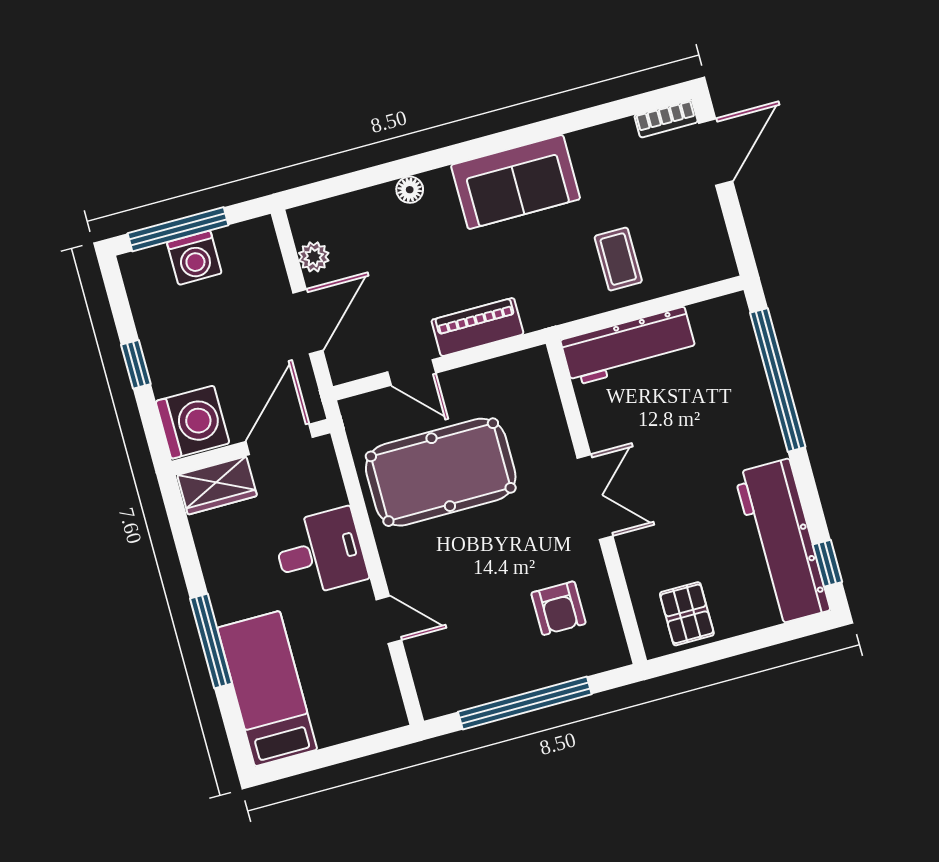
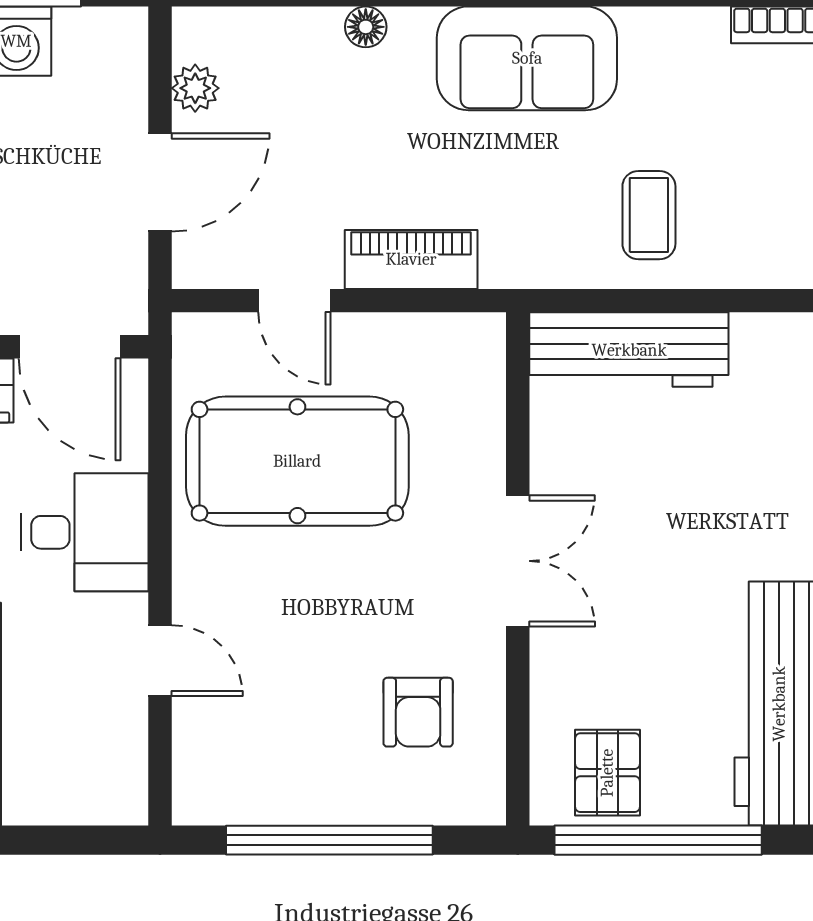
door: (279, 439) -> (70, 347), swing flipped
window: (730, 647) -> (658, 840), added

